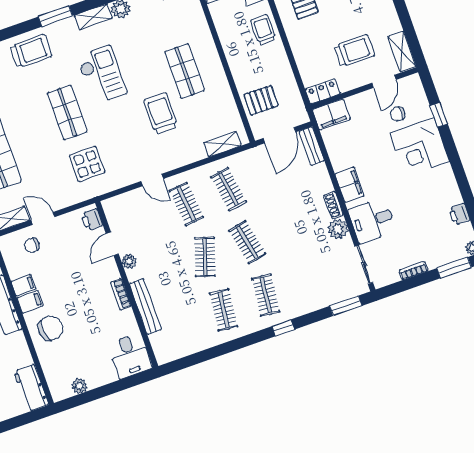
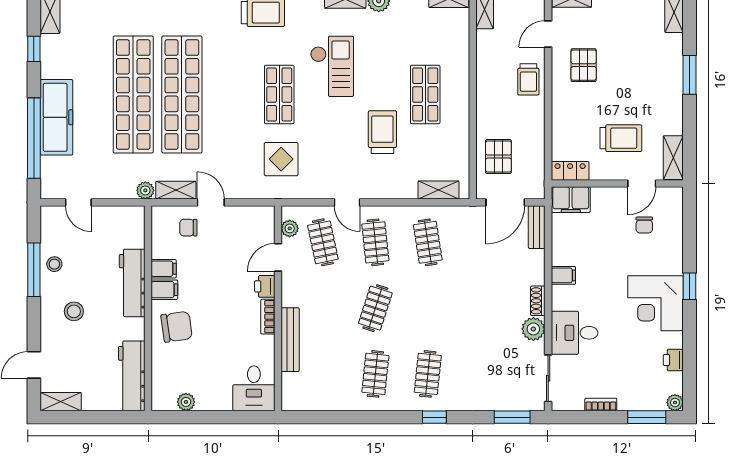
trolley: (263, 30) -> (528, 79), turned 180
pallet: (261, 100) -> (498, 157), turned 90
chair: (398, 114) -> (644, 225), turned -90
window: (439, 115) -> (690, 286), moved
corner desk: (420, 147) -> (656, 303), moved
filing cabinet: (349, 185) -> (563, 275), width x0.50
printer: (92, 220) -> (265, 286), moved
clothes rail: (247, 242) -> (323, 242), moved
plant: (129, 261) -> (290, 228), moved
workbench: (31, 388) -> (132, 376), width x1.38

